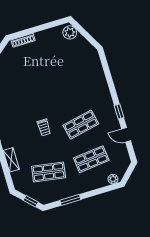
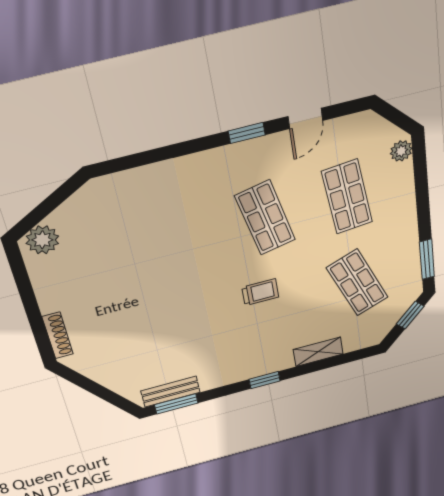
shop shelf: (49, 172) -> (357, 283), turned -30
window: (70, 200) -> (427, 259), moved

